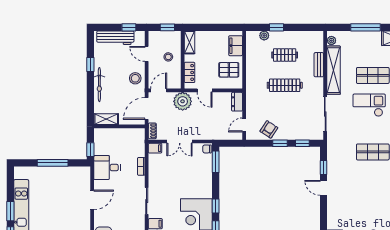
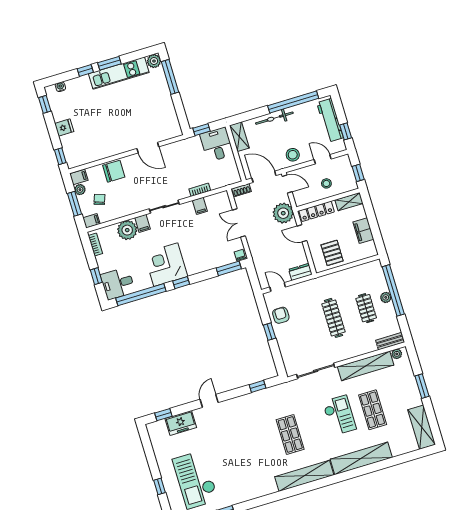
window: (276, 27) -> (393, 290), width x3.17
window: (365, 27) -> (422, 386), width x0.69
plant: (264, 36) -> (386, 297), moved
filing cabinet: (236, 46) -> (363, 231), moved, turned -90
door: (147, 54) -> (323, 159), hinge flipped
window: (90, 64) -> (293, 102), width x3.17
bench: (319, 65) -> (390, 341), moved
locker: (190, 72) -> (317, 211), width x1.53
door: (205, 90) -> (302, 233), hinge flipped
armchair: (269, 129) -> (281, 315), turned -123
window: (302, 143) -> (277, 356), removed
filing cabinet: (155, 148) -> (200, 206), moved
window: (53, 163) -> (170, 77), moved
desk: (107, 168) -> (217, 144), moved
plant: (20, 172) -> (154, 61), added
door: (323, 188) -> (209, 401), moved

